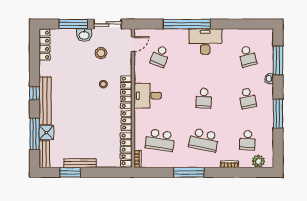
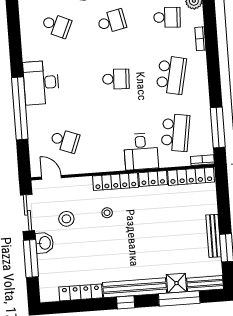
locker: (45, 45) -> (81, 292), moved
school desk: (248, 56) -> (56, 25), turned 39
desk: (148, 96) -> (141, 151), moved
window: (189, 172) -> (218, 127), moved

